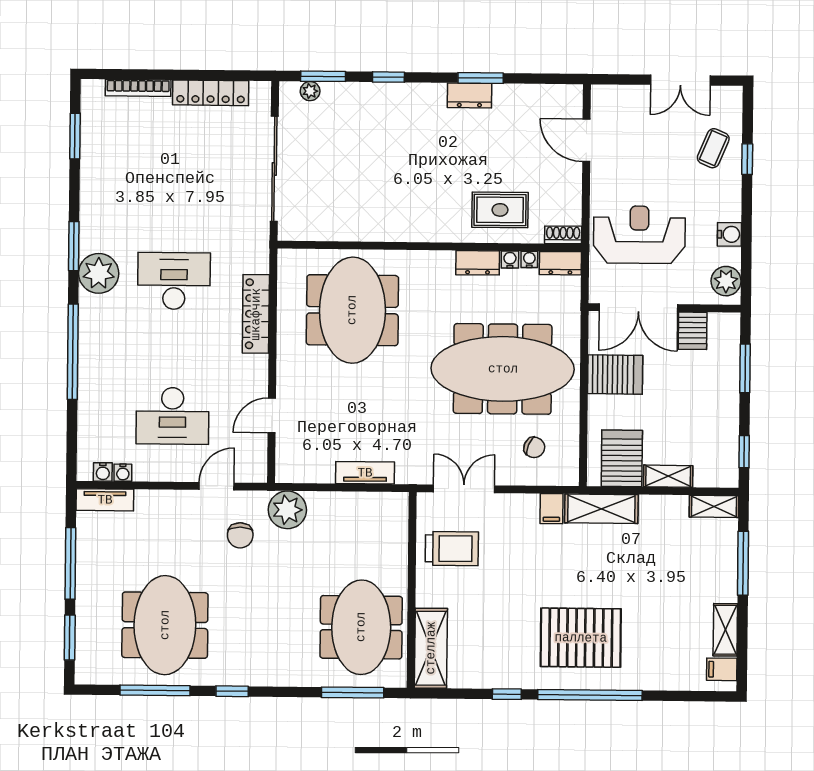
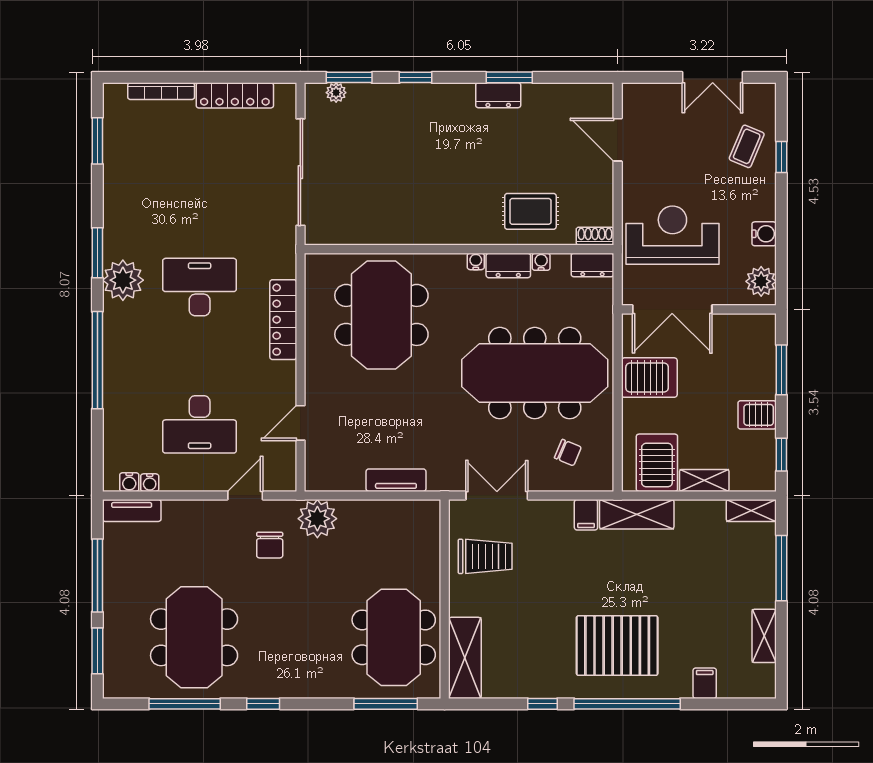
water cooler: (529, 259) -> (476, 261), moved
server rack: (693, 331) -> (757, 415), moved, turned 90
filing cabinet: (722, 669) -> (705, 683), moved, turned 90

